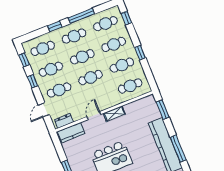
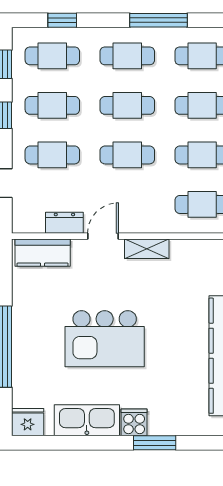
window: (55, 26) -> (62, 20), moved
dresser: (64, 121) -> (64, 223), moved

